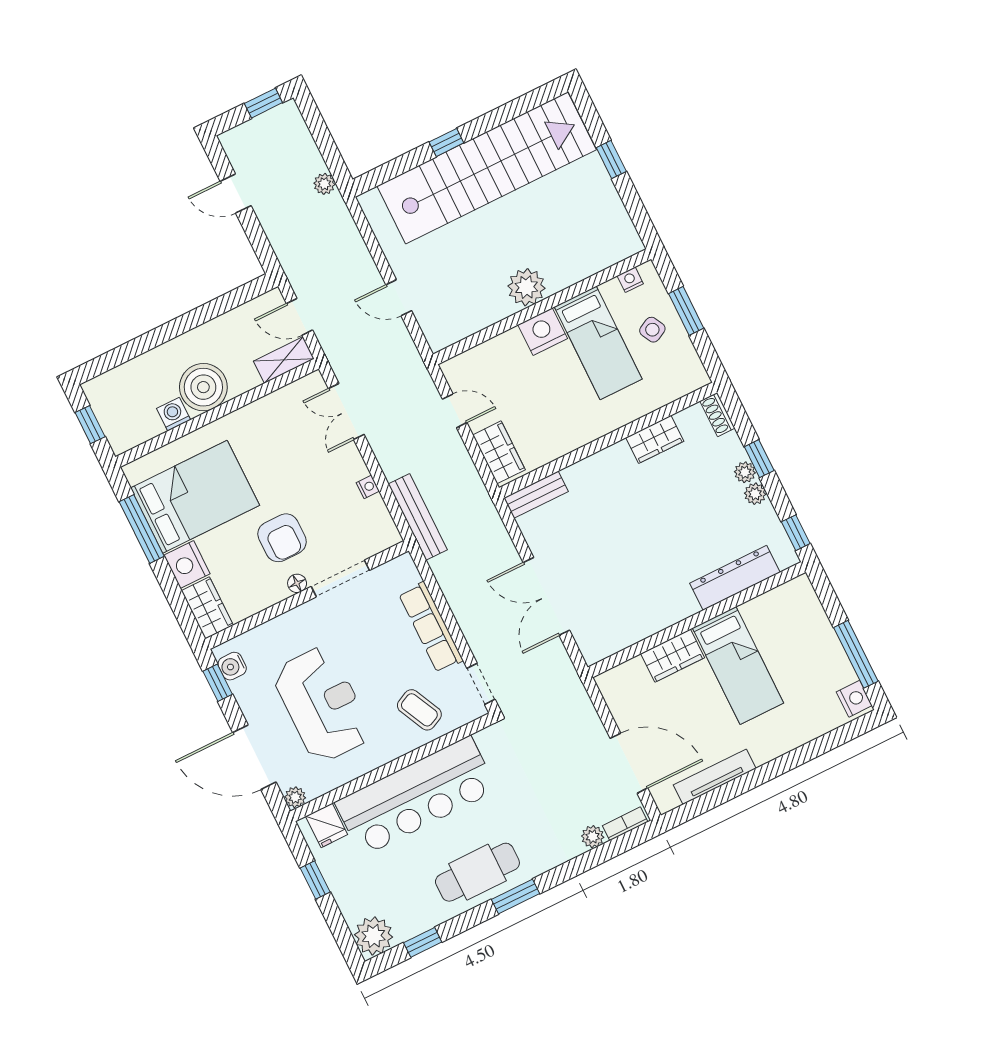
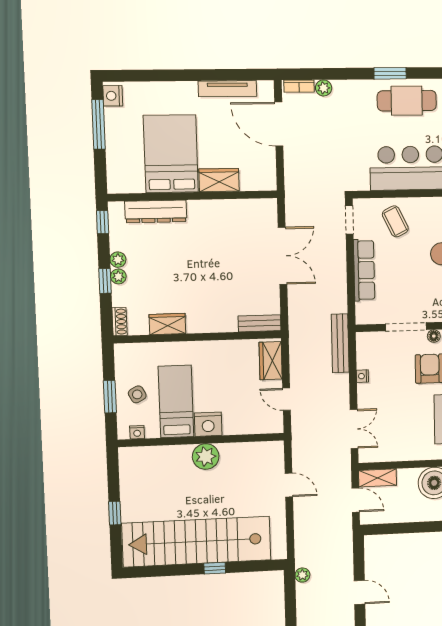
bed: (738, 666) -> (171, 154), width x1.50

